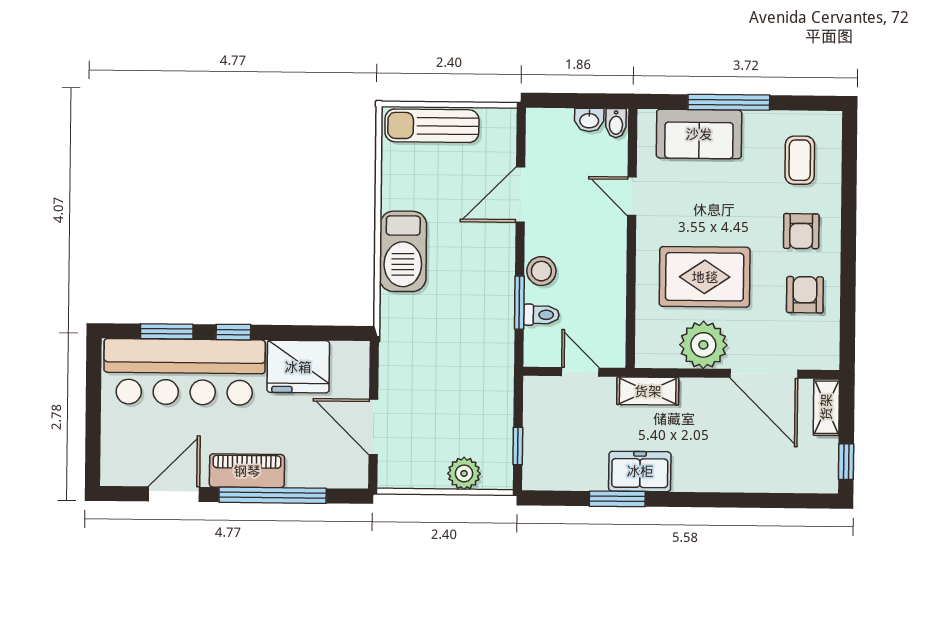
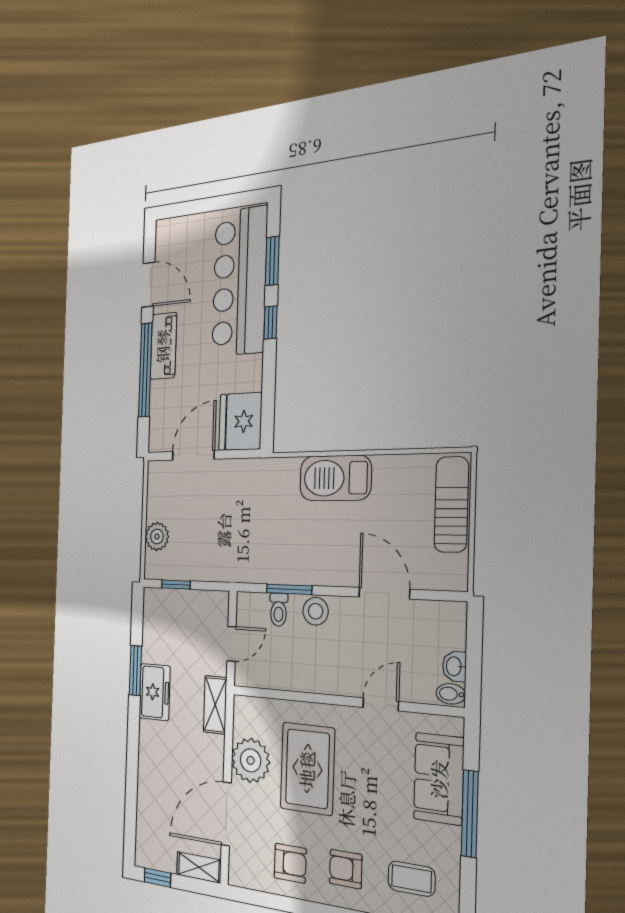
fridge: (298, 367) -> (240, 421), moved

